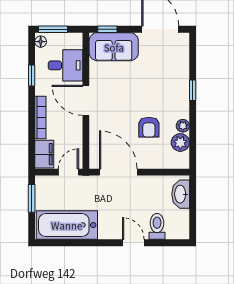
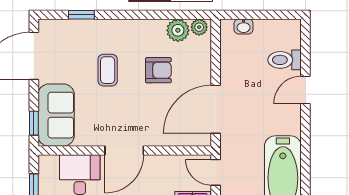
coffee table: (149, 87) -> (108, 70), added
window: (193, 90) -> (81, 15), moved
plant: (183, 126) -> (199, 27), moved
washbasin: (181, 194) -> (244, 26), width x0.52, depth x0.69

